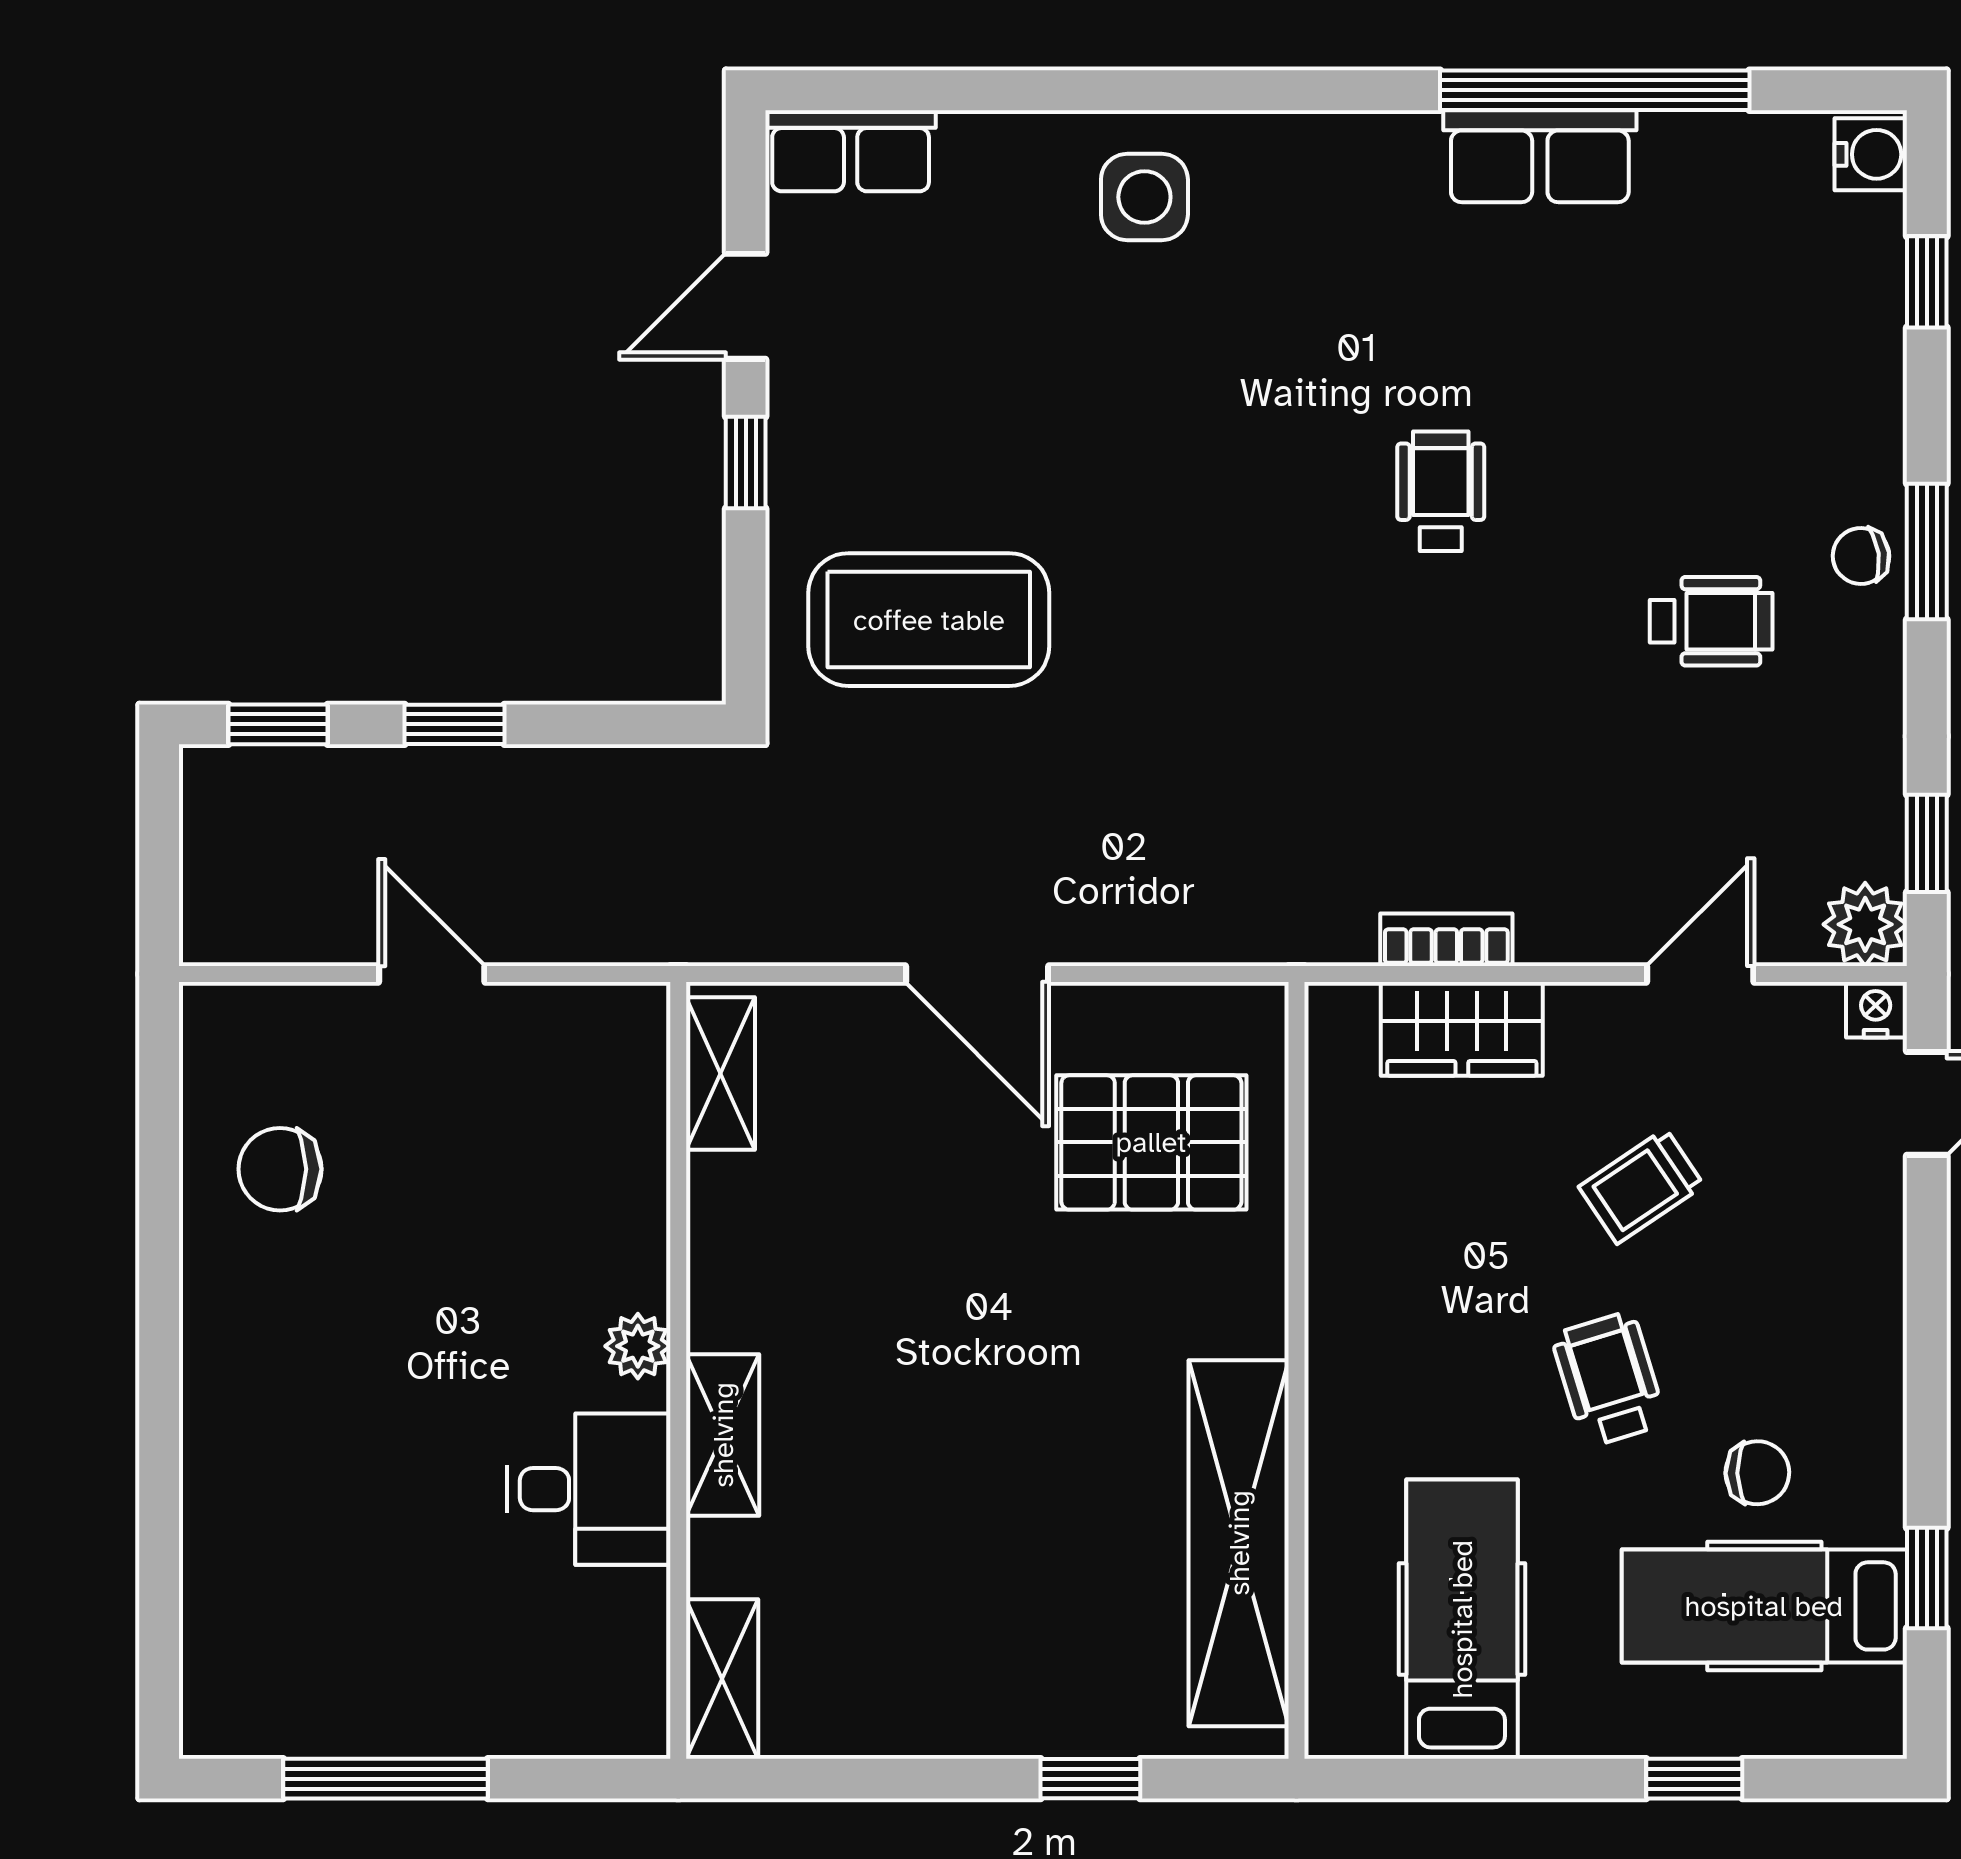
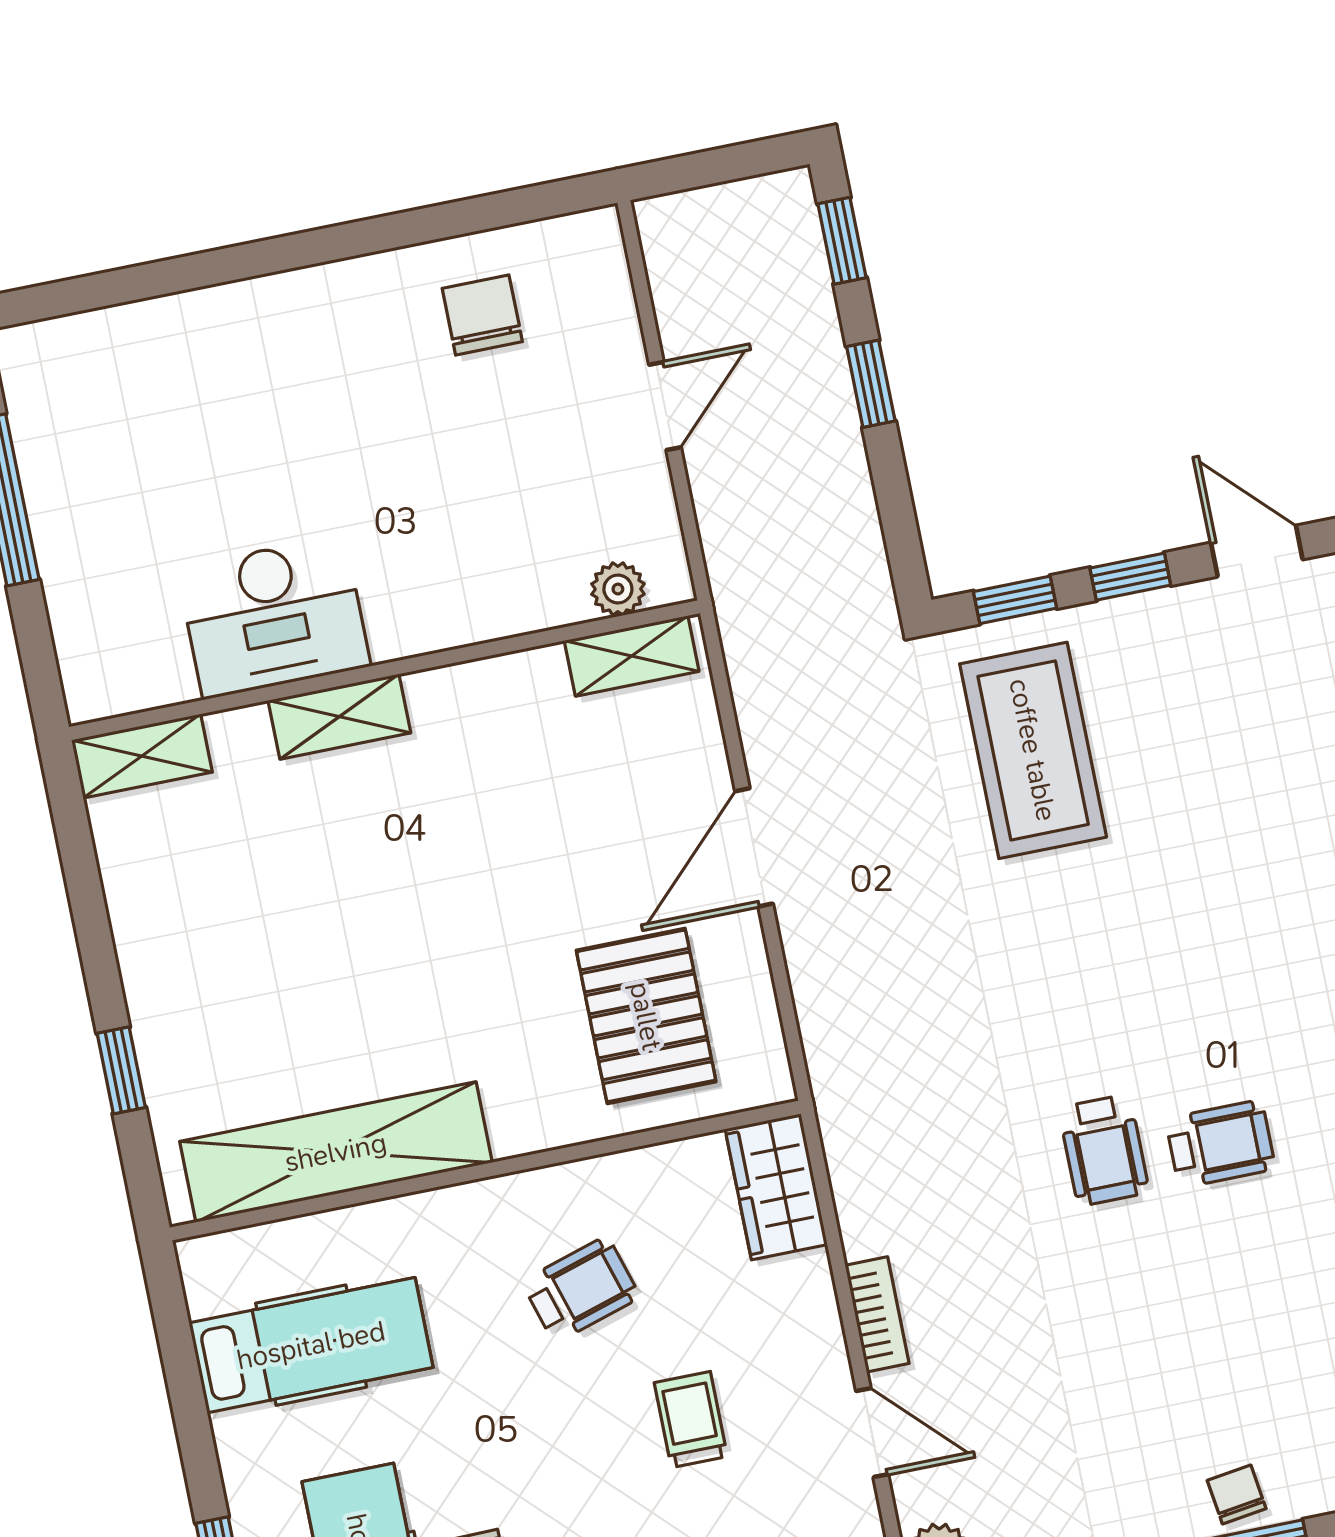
window: (746, 605) -> (1015, 600), added
wheelchair: (1711, 621) -> (1104, 1150), moved
bookcase: (1446, 940) -> (877, 1314), moved
wardrobe: (1462, 1029) -> (776, 1187), moved
trolley: (1641, 1186) -> (691, 1420), turned 34
plant: (638, 1346) -> (618, 589), moved
wheelchair: (1609, 1379) -> (581, 1289), moved
desk: (589, 1489) -> (274, 617), width x1.37

